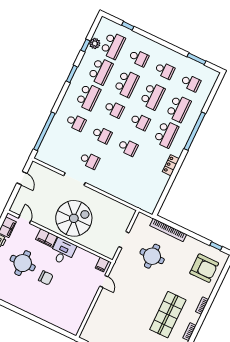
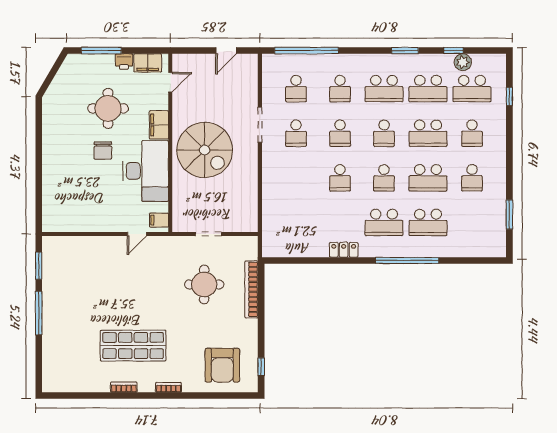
school desk: (191, 83) -> (296, 89), moved
desk: (63, 252) -> (146, 171), width x1.87, depth x1.30

